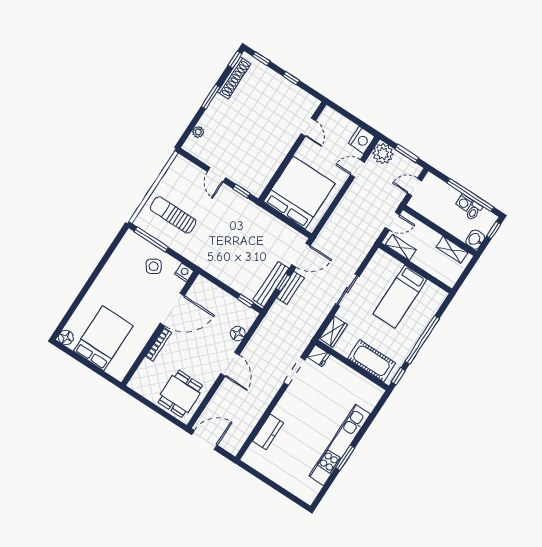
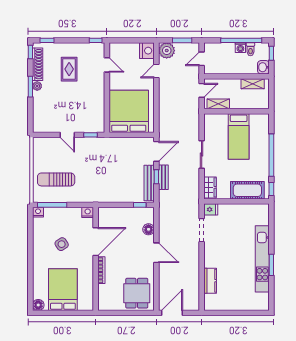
window: (291, 78) -> (96, 40), moved
rug: (265, 105) -> (69, 69), added
plant: (198, 132) -> (37, 86), moved
nightstand: (131, 237) -> (38, 212), added
side table: (154, 266) -> (62, 244), moved

